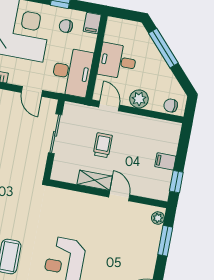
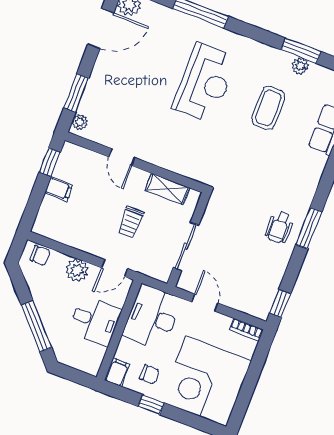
door: (109, 106) -> (115, 268), hinge flipped
shelving: (95, 180) -> (167, 189), moved

